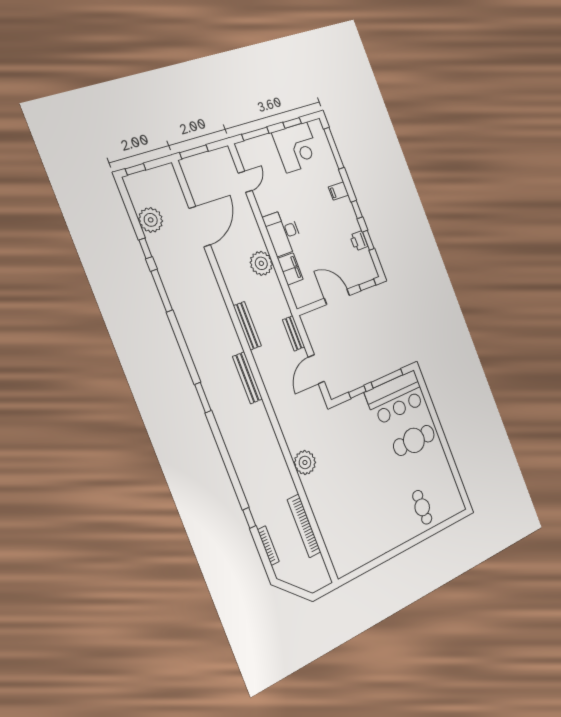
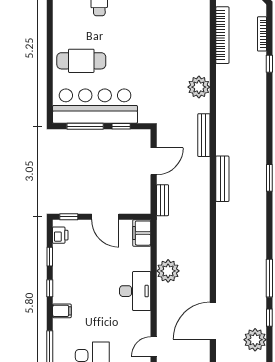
printer: (359, 241) -> (60, 235), moved
filing cabinet: (290, 269) -> (142, 233), moved
bench: (247, 326) -> (204, 135), moved
bar counter: (396, 398) -> (95, 106), width x1.36

